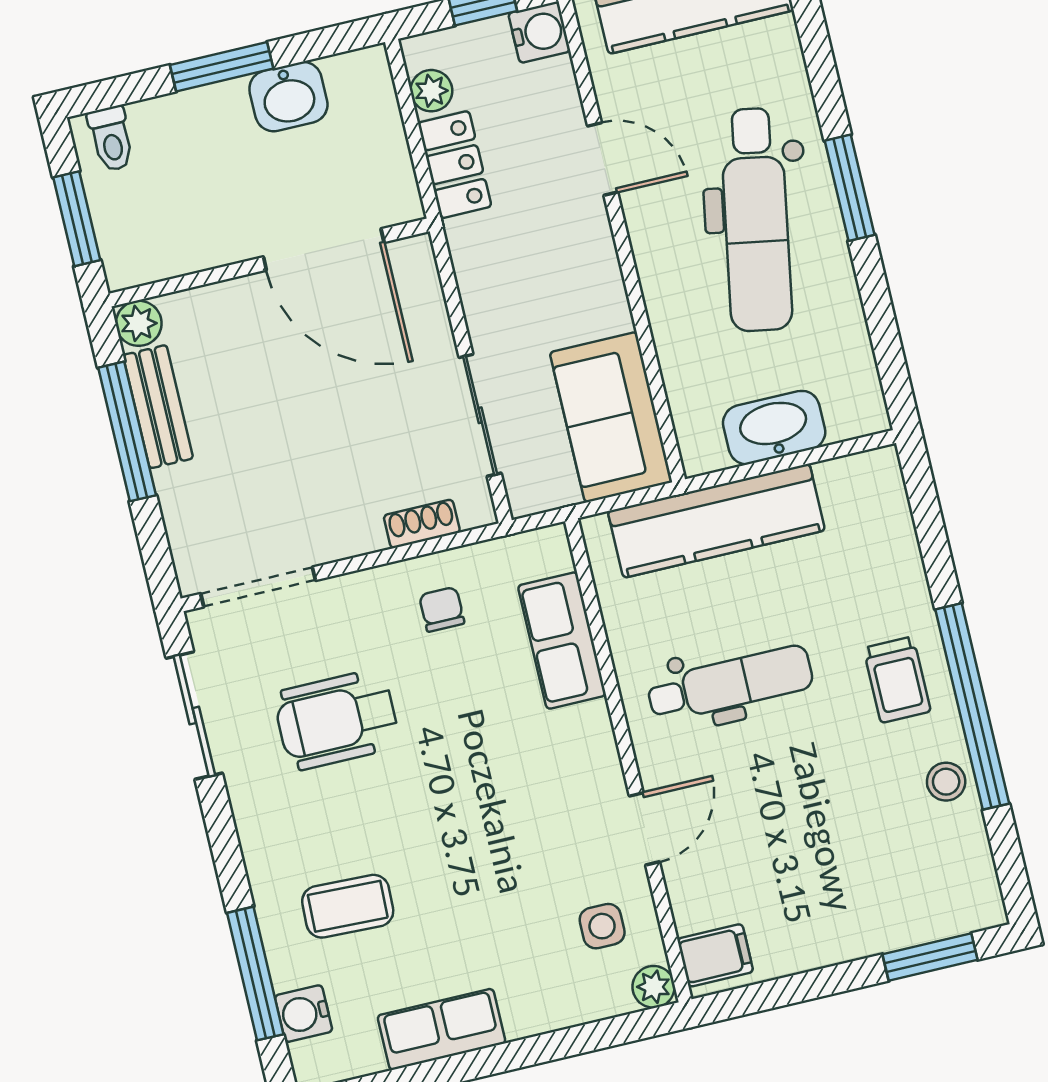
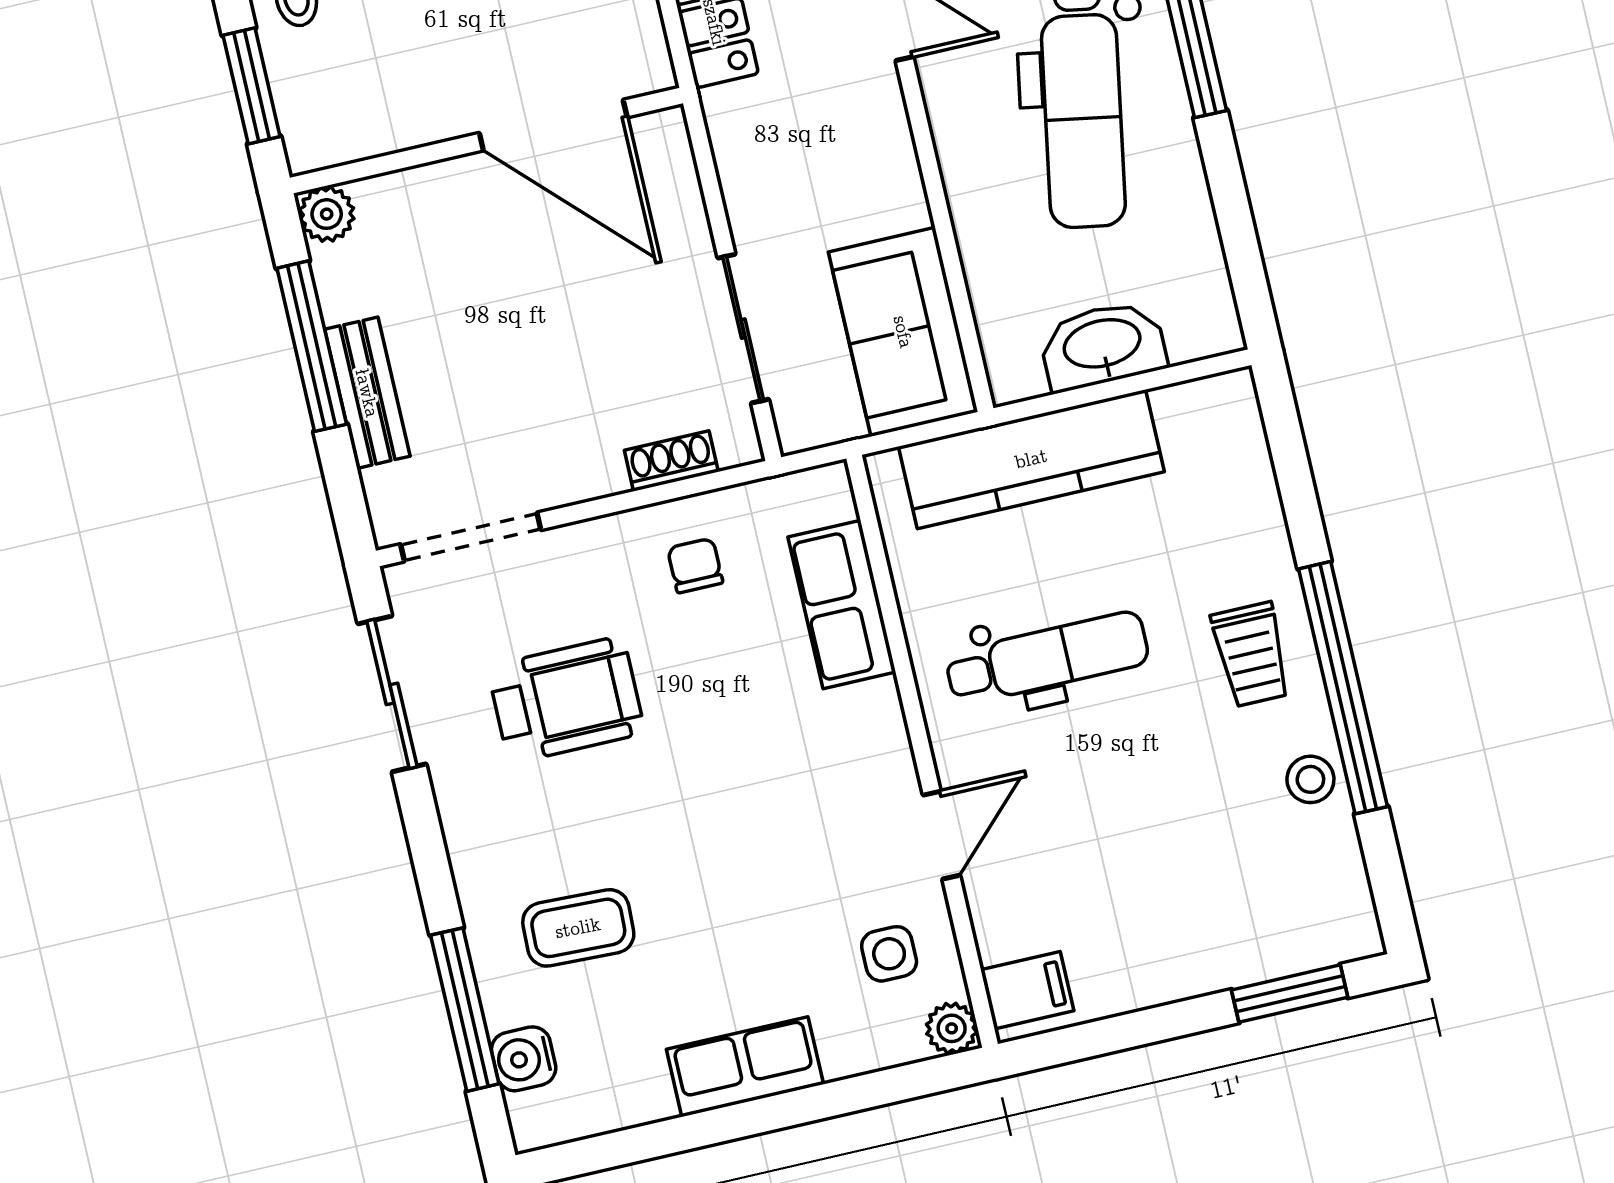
bench: (158, 407) -> (367, 393), moved
wheelchair: (337, 720) -> (566, 700), turned 180
row of seats: (441, 1029) -> (745, 1067), moved

